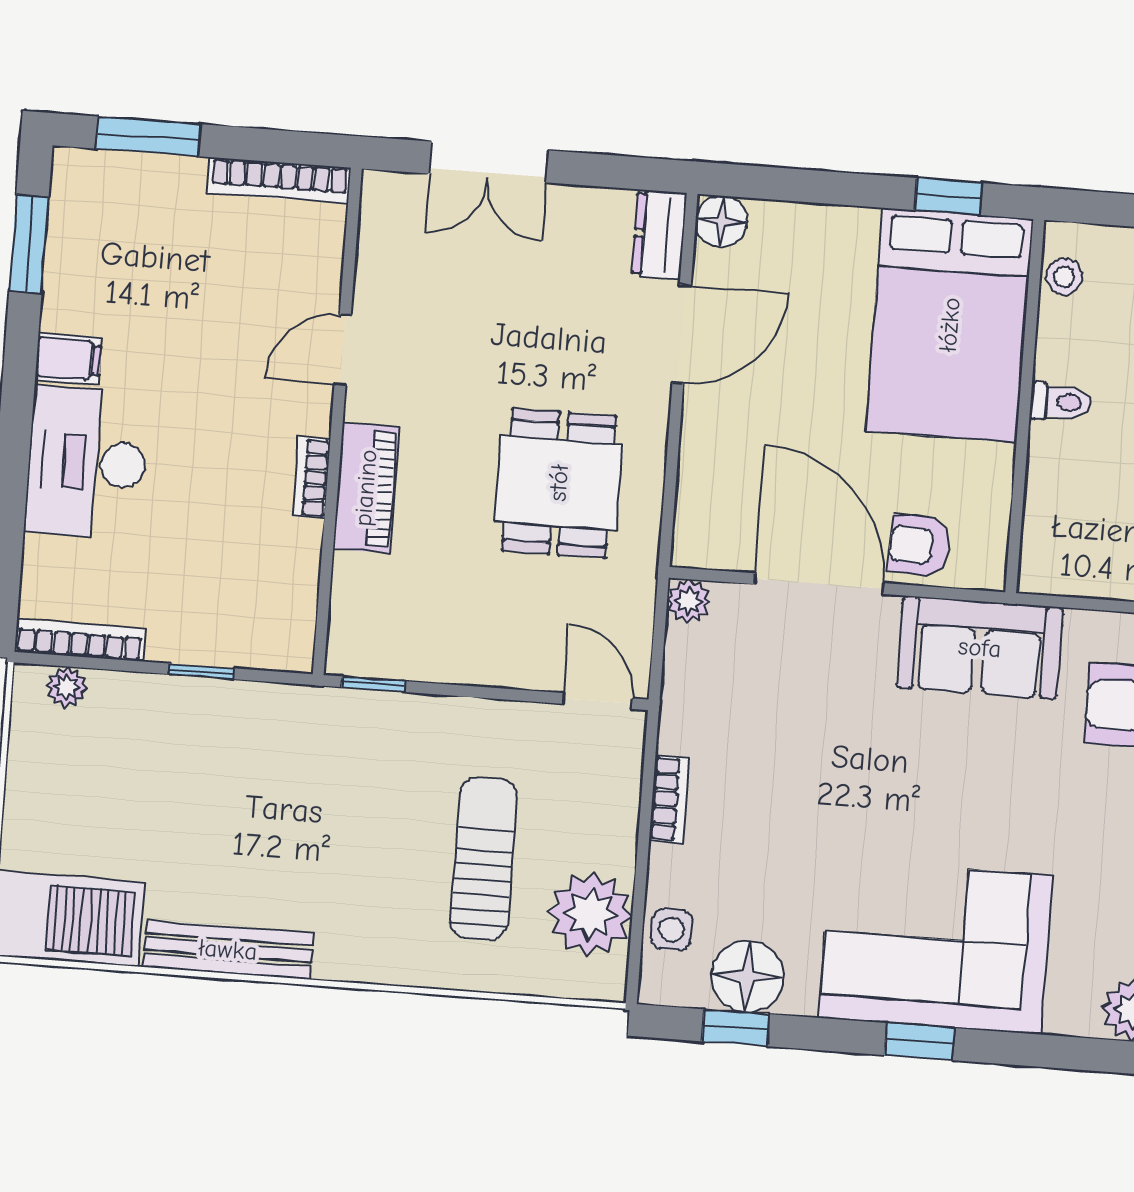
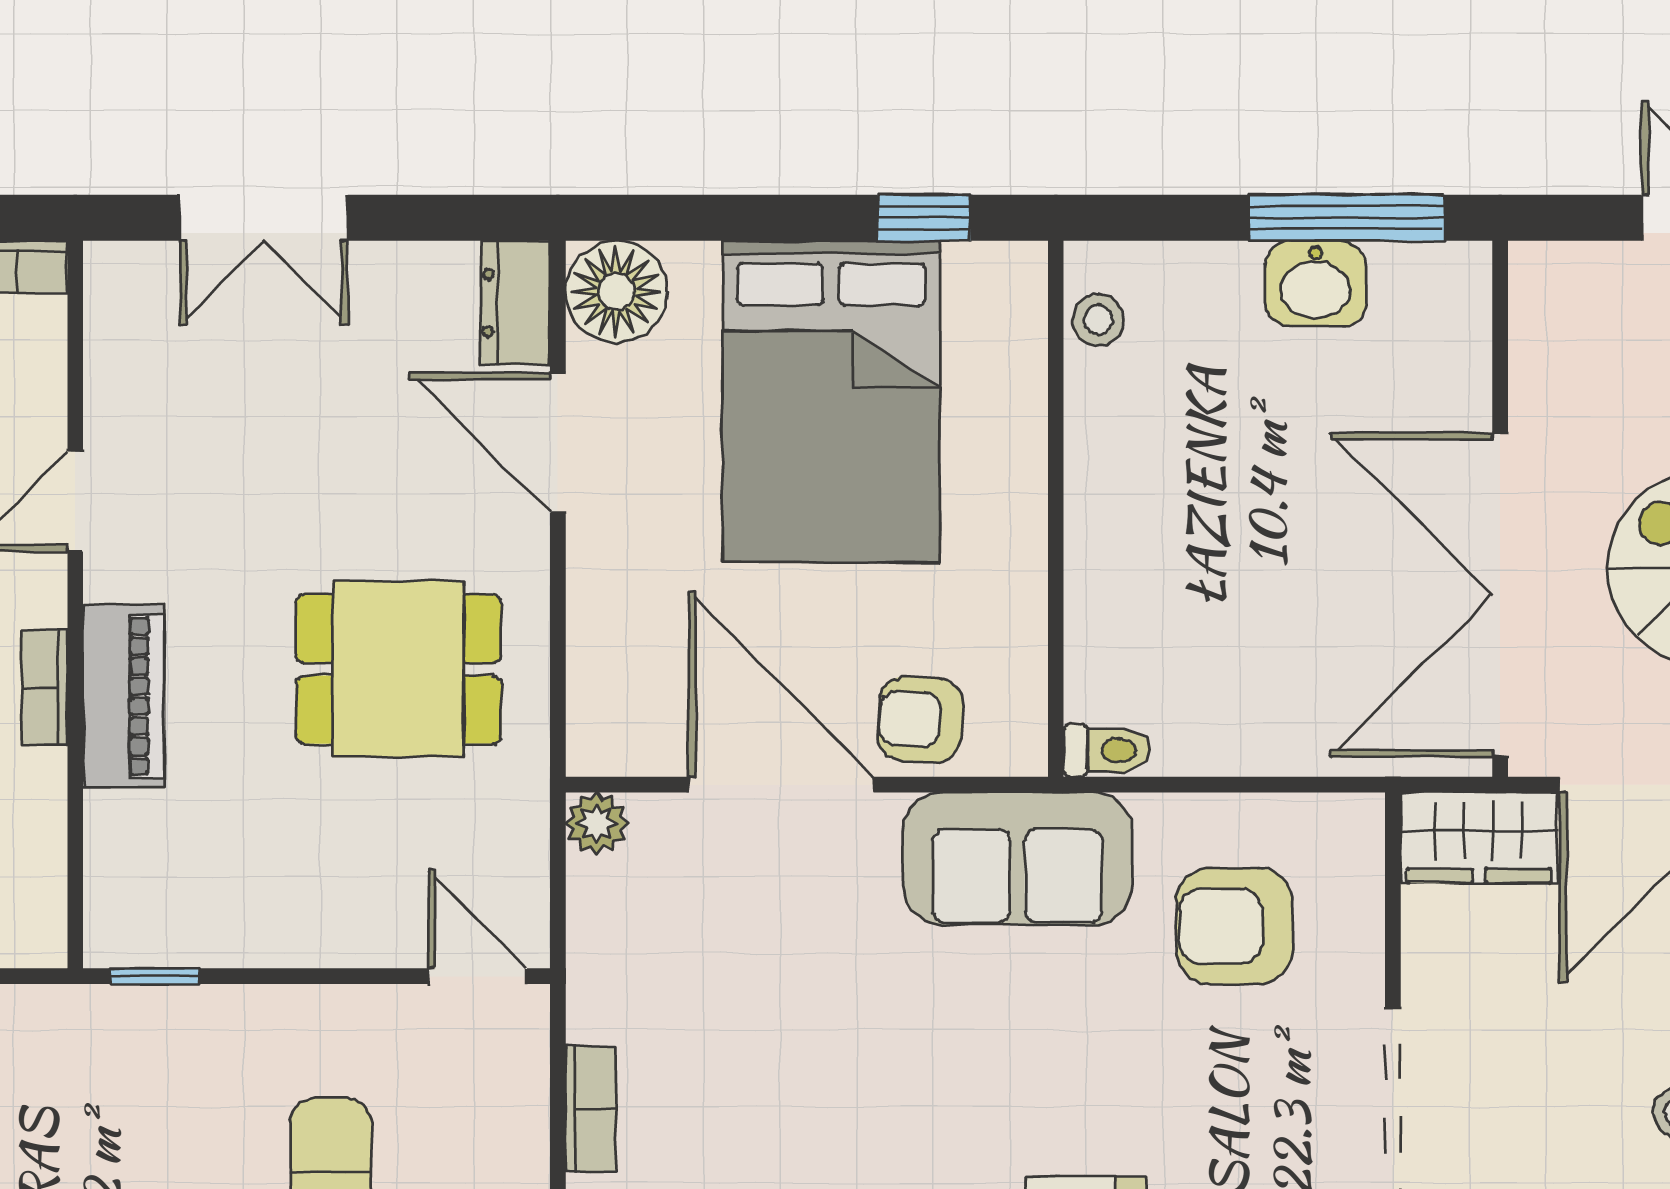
floor lamp: (721, 221) -> (616, 292), width x1.38, depth x1.38
bed: (950, 325) -> (831, 401), moved
door: (682, 334) -> (558, 443), swing flipped
toilet: (1061, 402) -> (1107, 750), moved
dining table: (559, 483) -> (398, 669), turned 90

